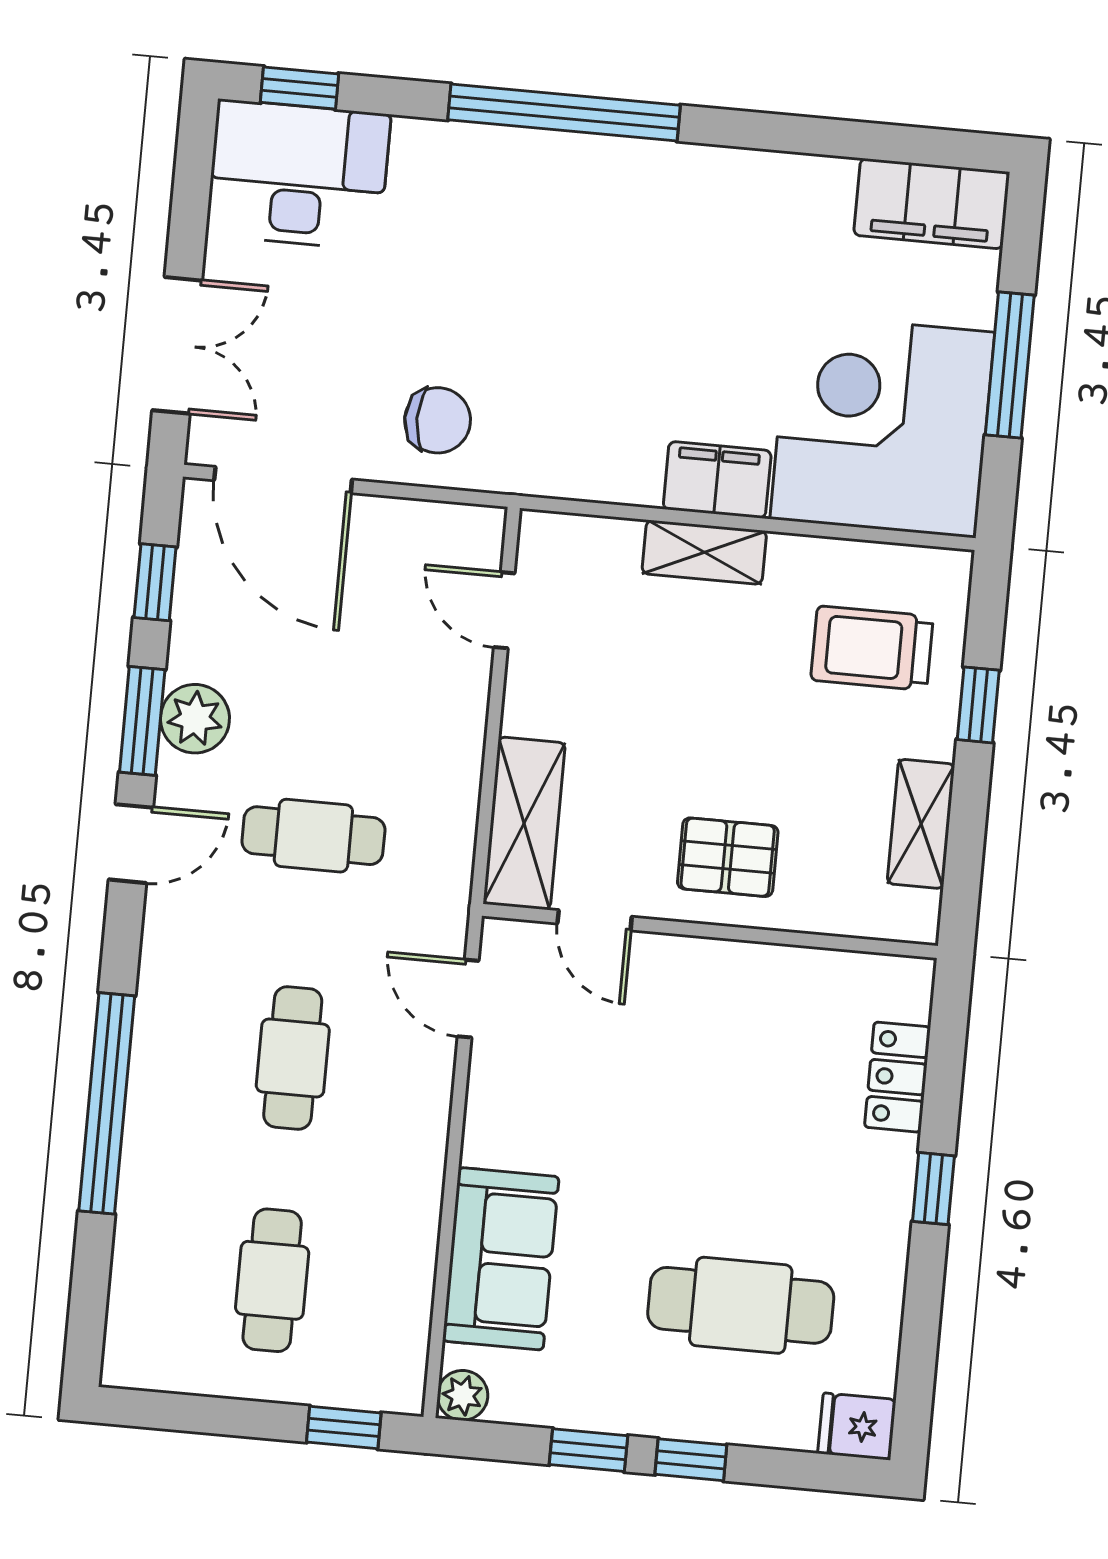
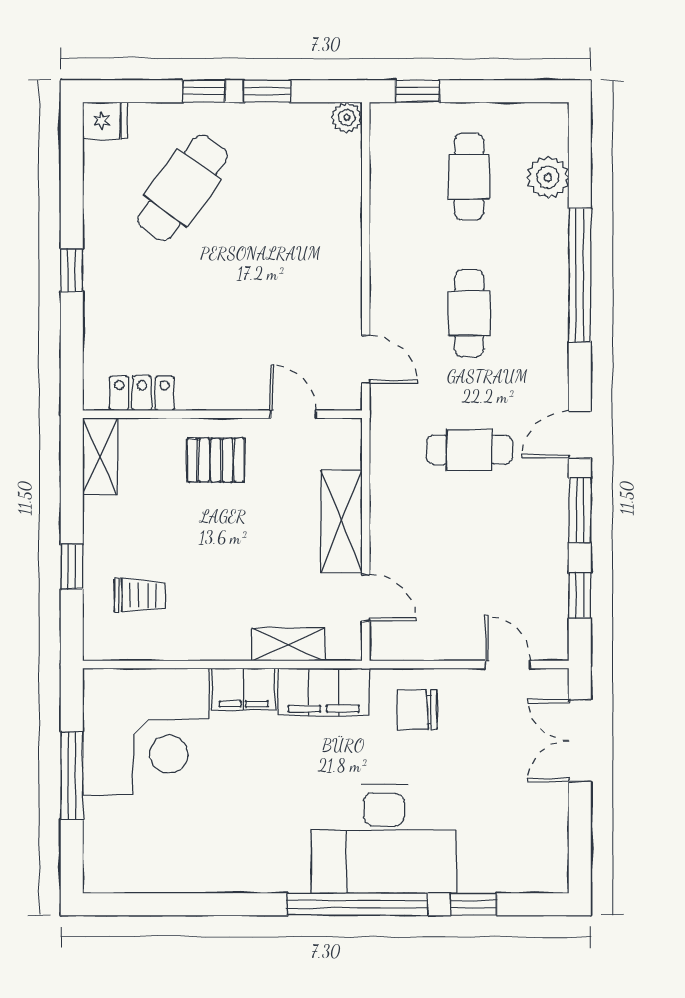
window: (300, 88) -> (473, 904), moved
desk: (298, 175) -> (384, 839), moved, width x1.36, depth x1.30
filing cabinet: (932, 204) -> (324, 692), moved, turned 180
door: (283, 480) -> (508, 665), width x0.53
shelving: (704, 552) -> (288, 644), moved
trolley: (872, 648) -> (140, 595), width x0.73, depth x0.72
plant: (195, 719) -> (548, 177), moved
shelving: (524, 823) -> (342, 521), moved
shelving: (921, 824) -> (100, 457), moved
locker: (897, 1077) -> (142, 393), moved, turned -90
sofa: (501, 1259) -> (331, 203), removed
cafe table: (741, 1305) -> (182, 188), turned -54

